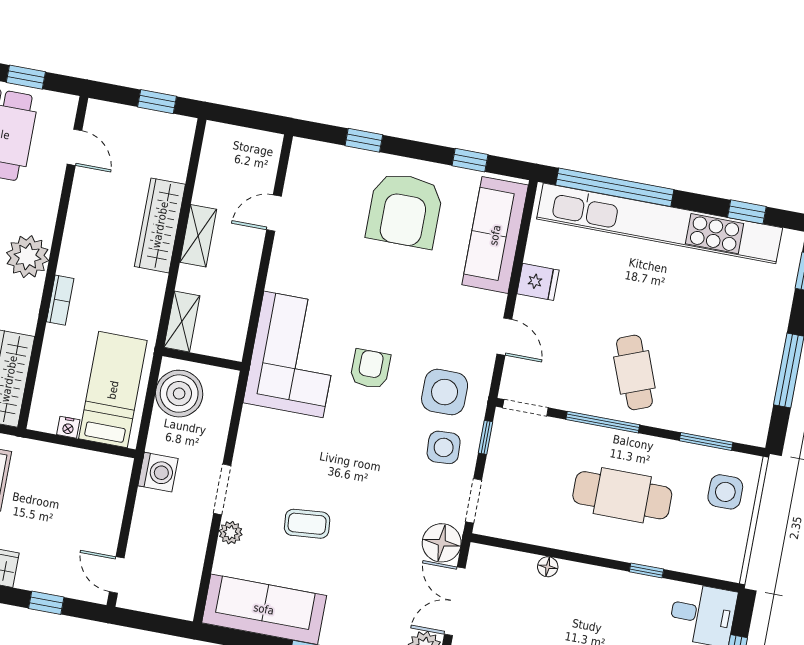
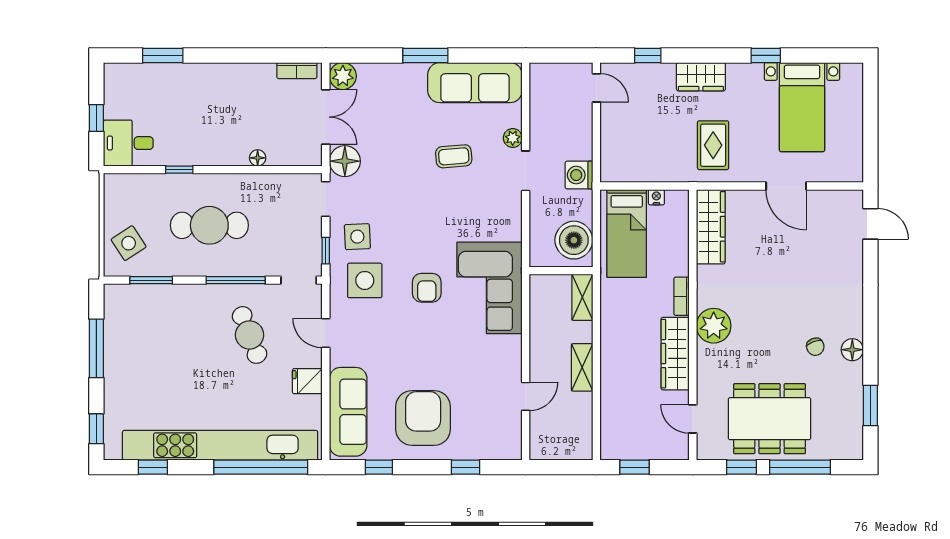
wardrobe: (160, 225) -> (675, 354), moved, turned 180
cafe table: (634, 372) -> (250, 335), moved
side table: (725, 492) -> (129, 243), turned -33

